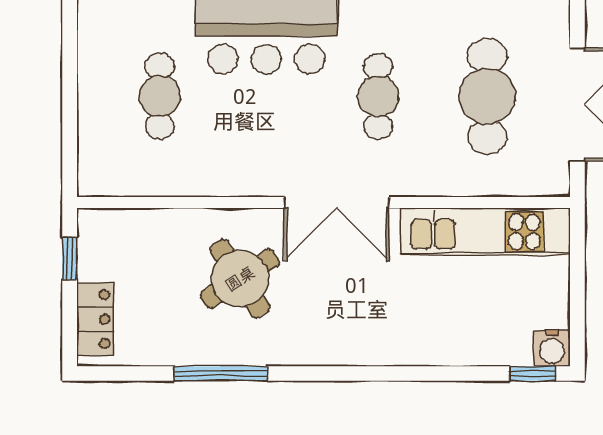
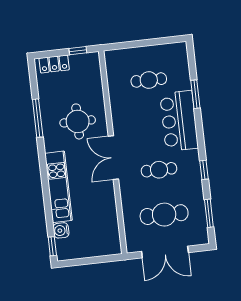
kitchen unit: (486, 232) -> (58, 187), moved, turned 180
round table: (240, 279) -> (78, 121), turned 33
water cooler: (552, 348) -> (61, 230), moved

